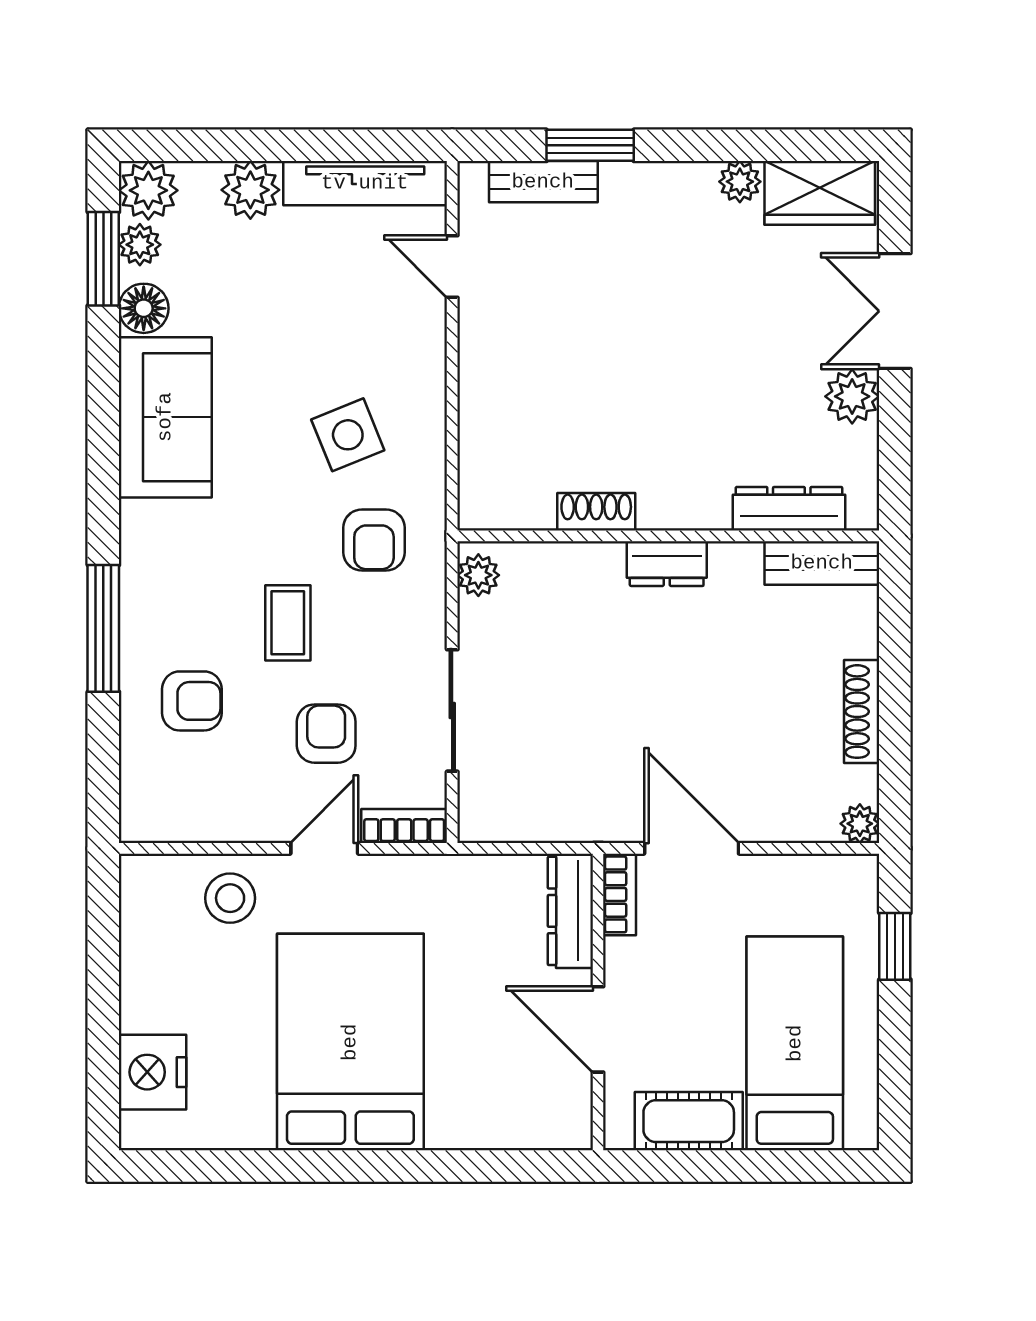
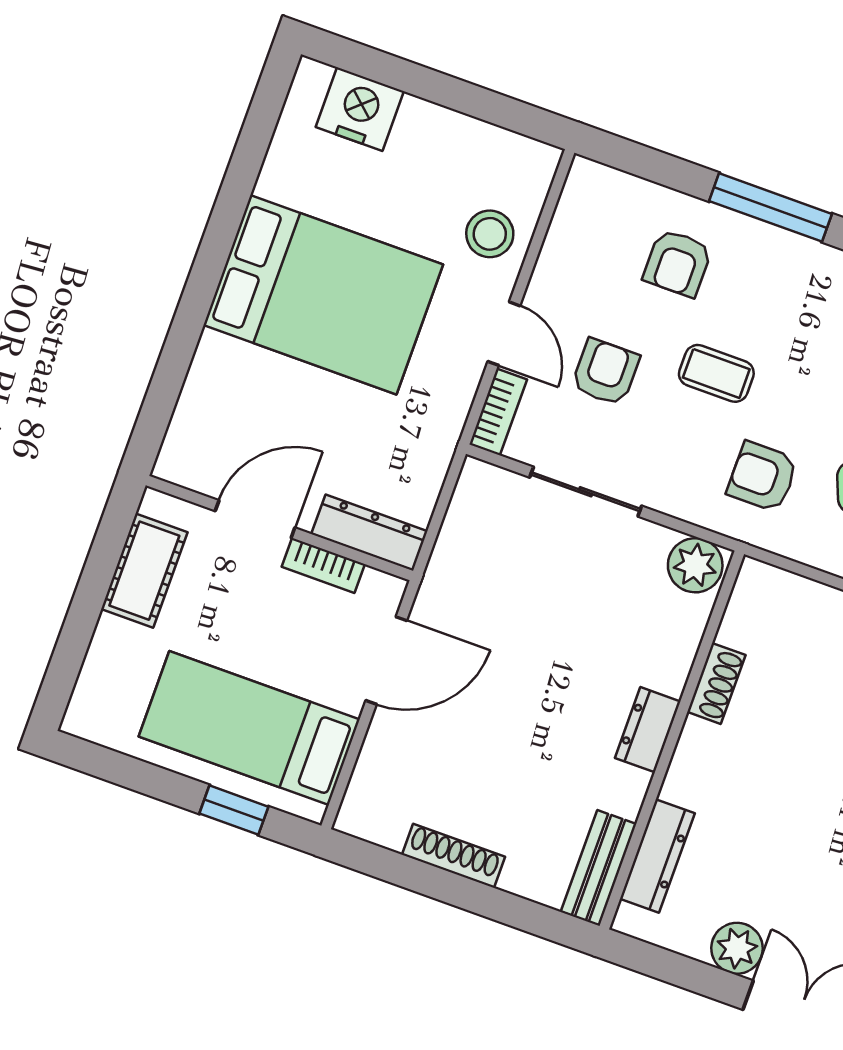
plant: (478, 575) -> (695, 565), width x1.38, depth x1.38
armchair: (326, 734) -> (605, 372), turned -90
plant: (860, 824) -> (354, 818), removed
bookcase: (620, 894) -> (323, 565), moved
bed: (795, 1043) -> (249, 728), moved, turned 180

